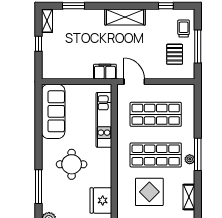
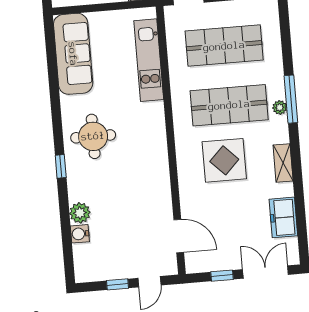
round table: (72, 164) -> (93, 136), moved
window: (38, 187) -> (61, 166), width x0.46
fridge: (101, 200) -> (154, 179), removed

